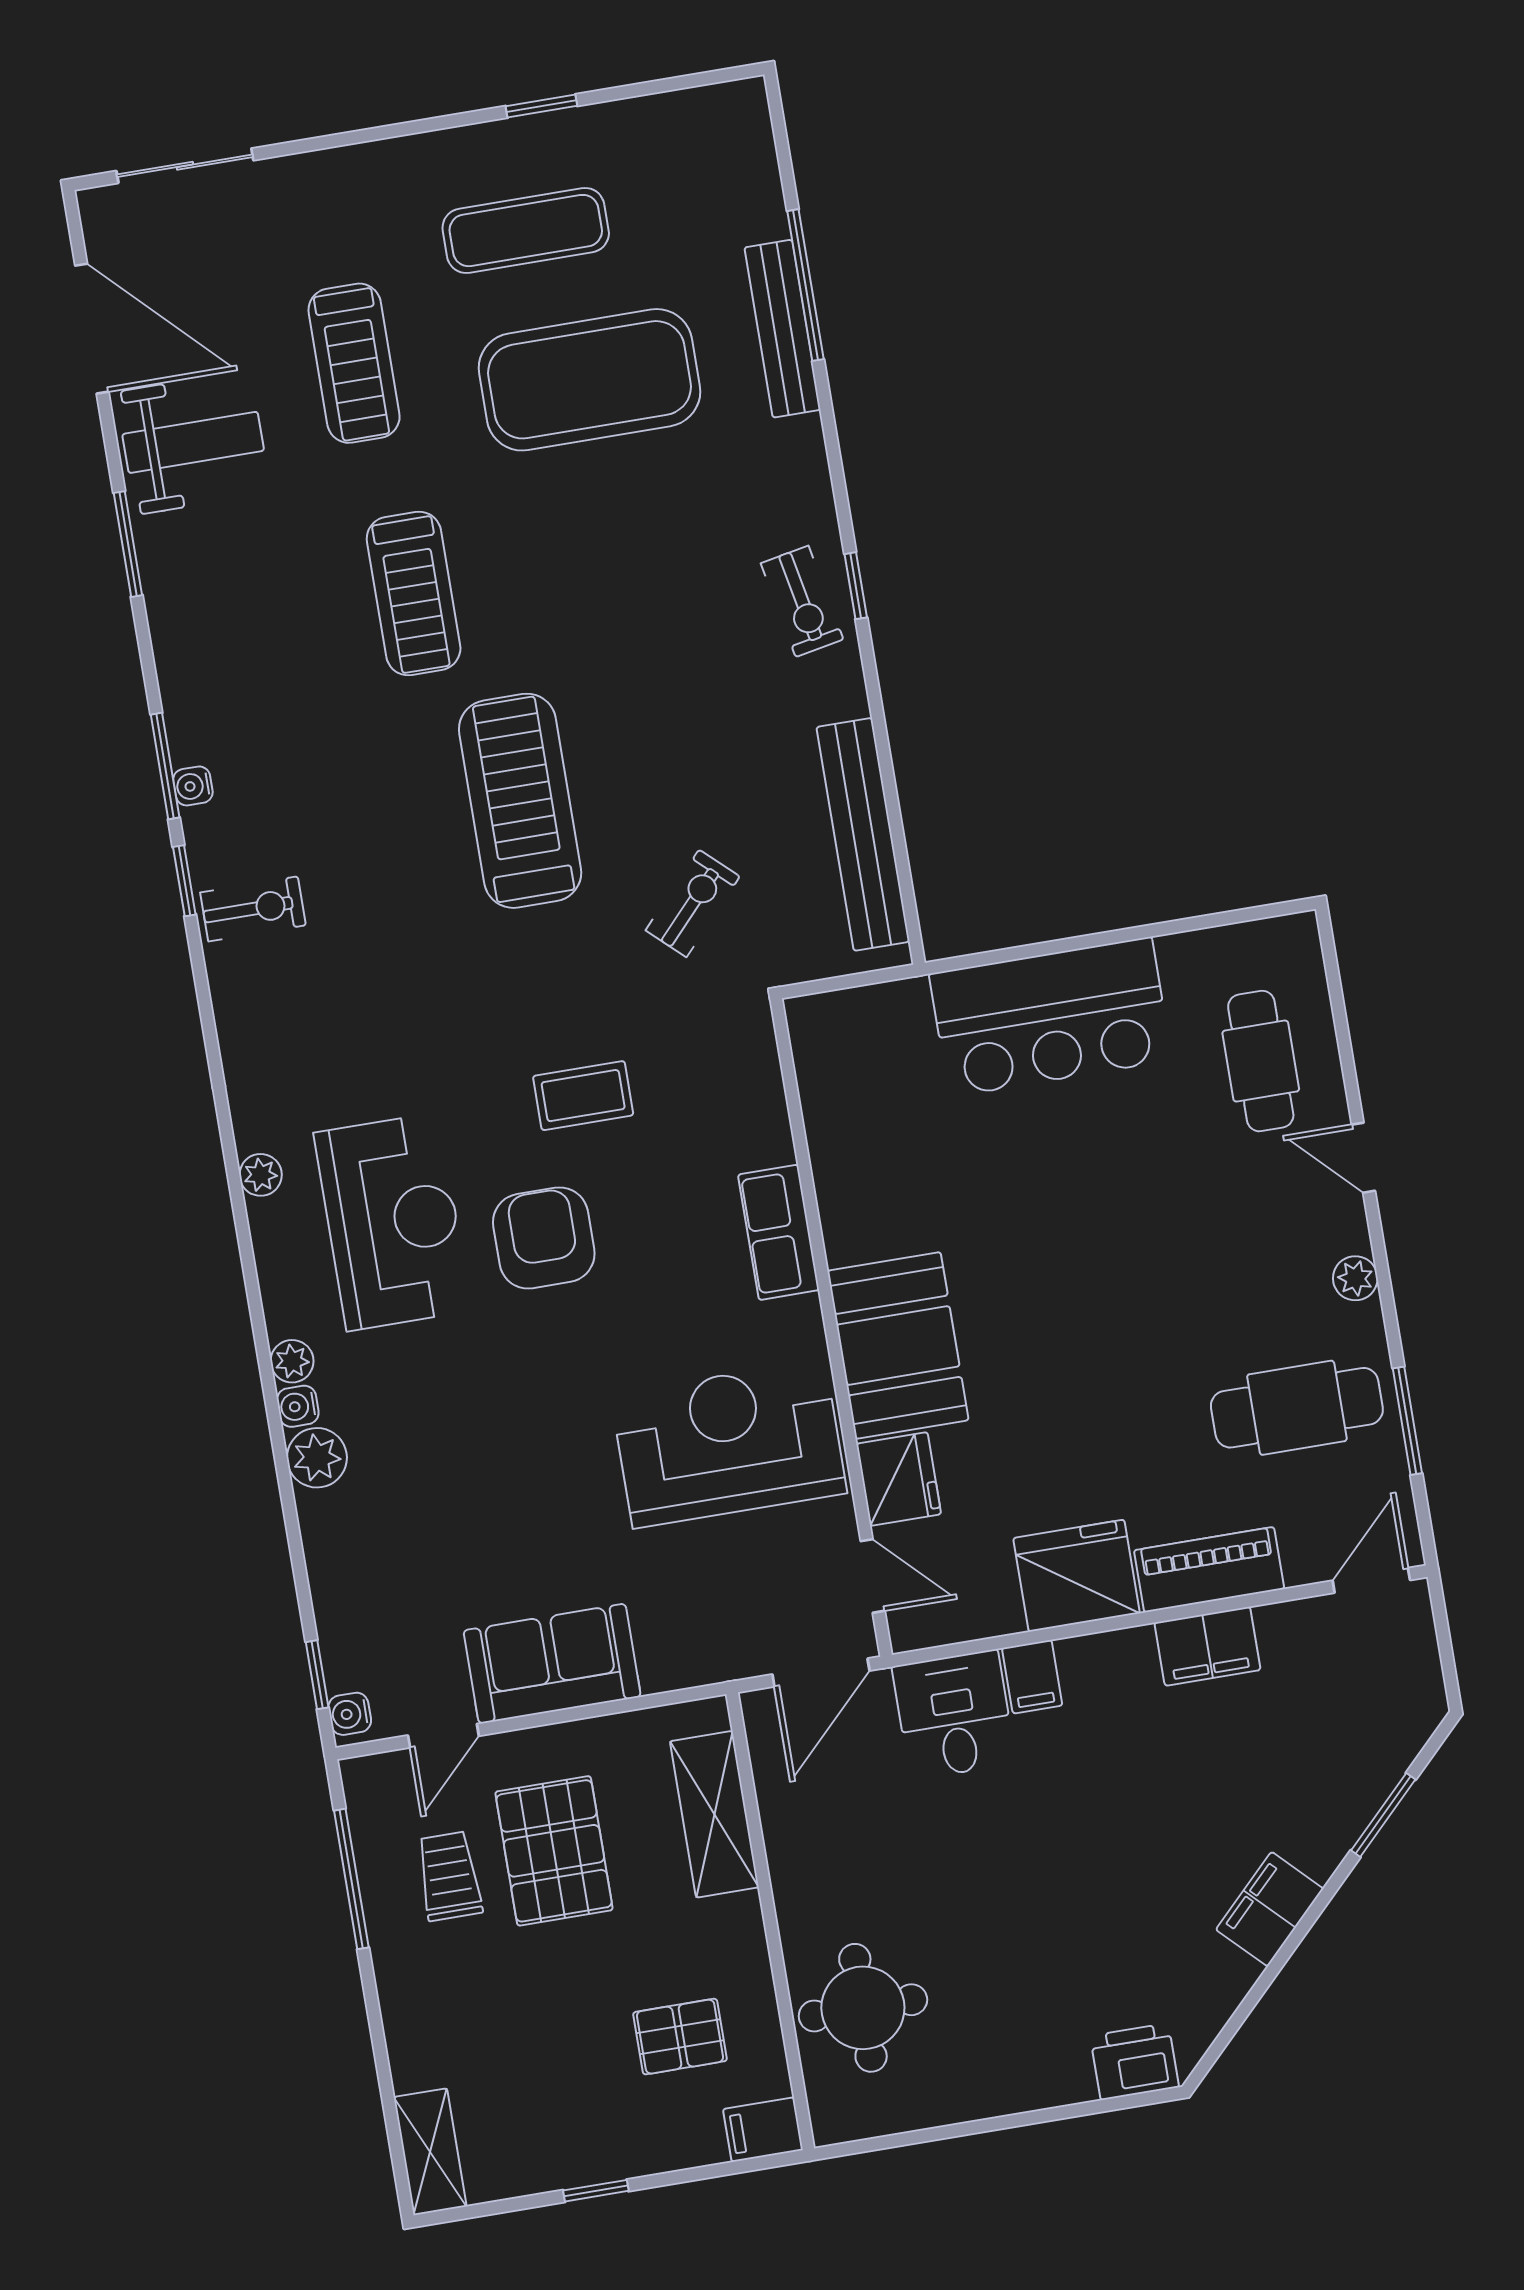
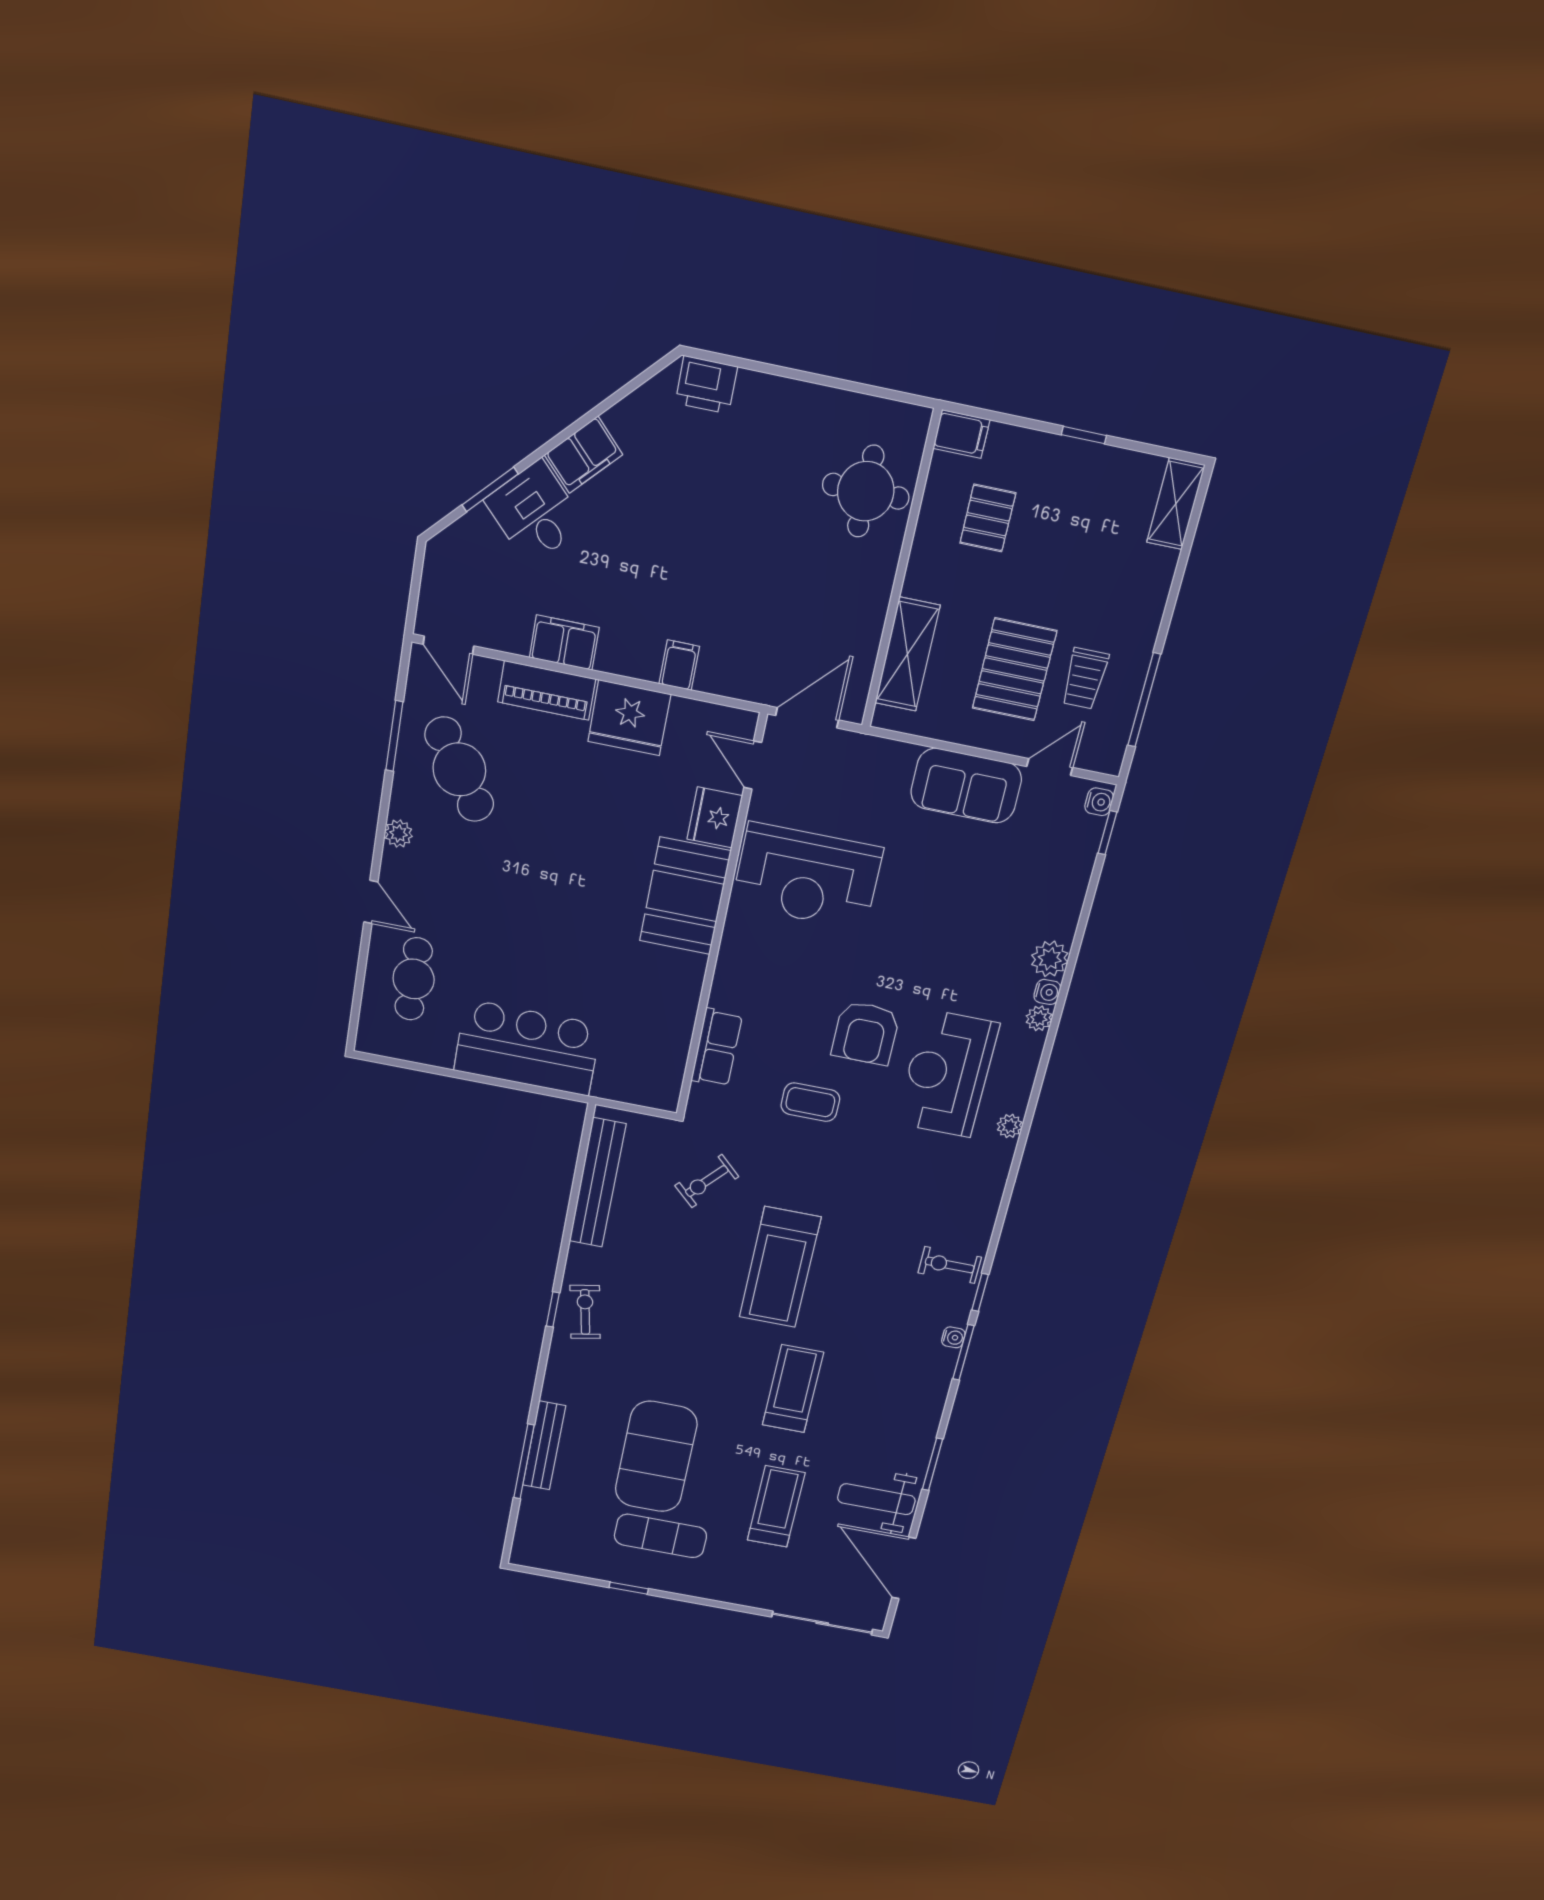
sliding door: (185, 166) -> (822, 1623), width x1.37
exercise mat: (589, 380) -> (656, 1457), turned 90
row of seats: (779, 1232) -> (717, 1048), moved
cafe table: (1297, 1408) -> (459, 769), turned 56
door: (1371, 1580) -> (448, 645), hinge flipped
desk: (954, 1715) -> (535, 513), moved, turned 135
pallet: (680, 2037) -> (988, 518), turned 90

